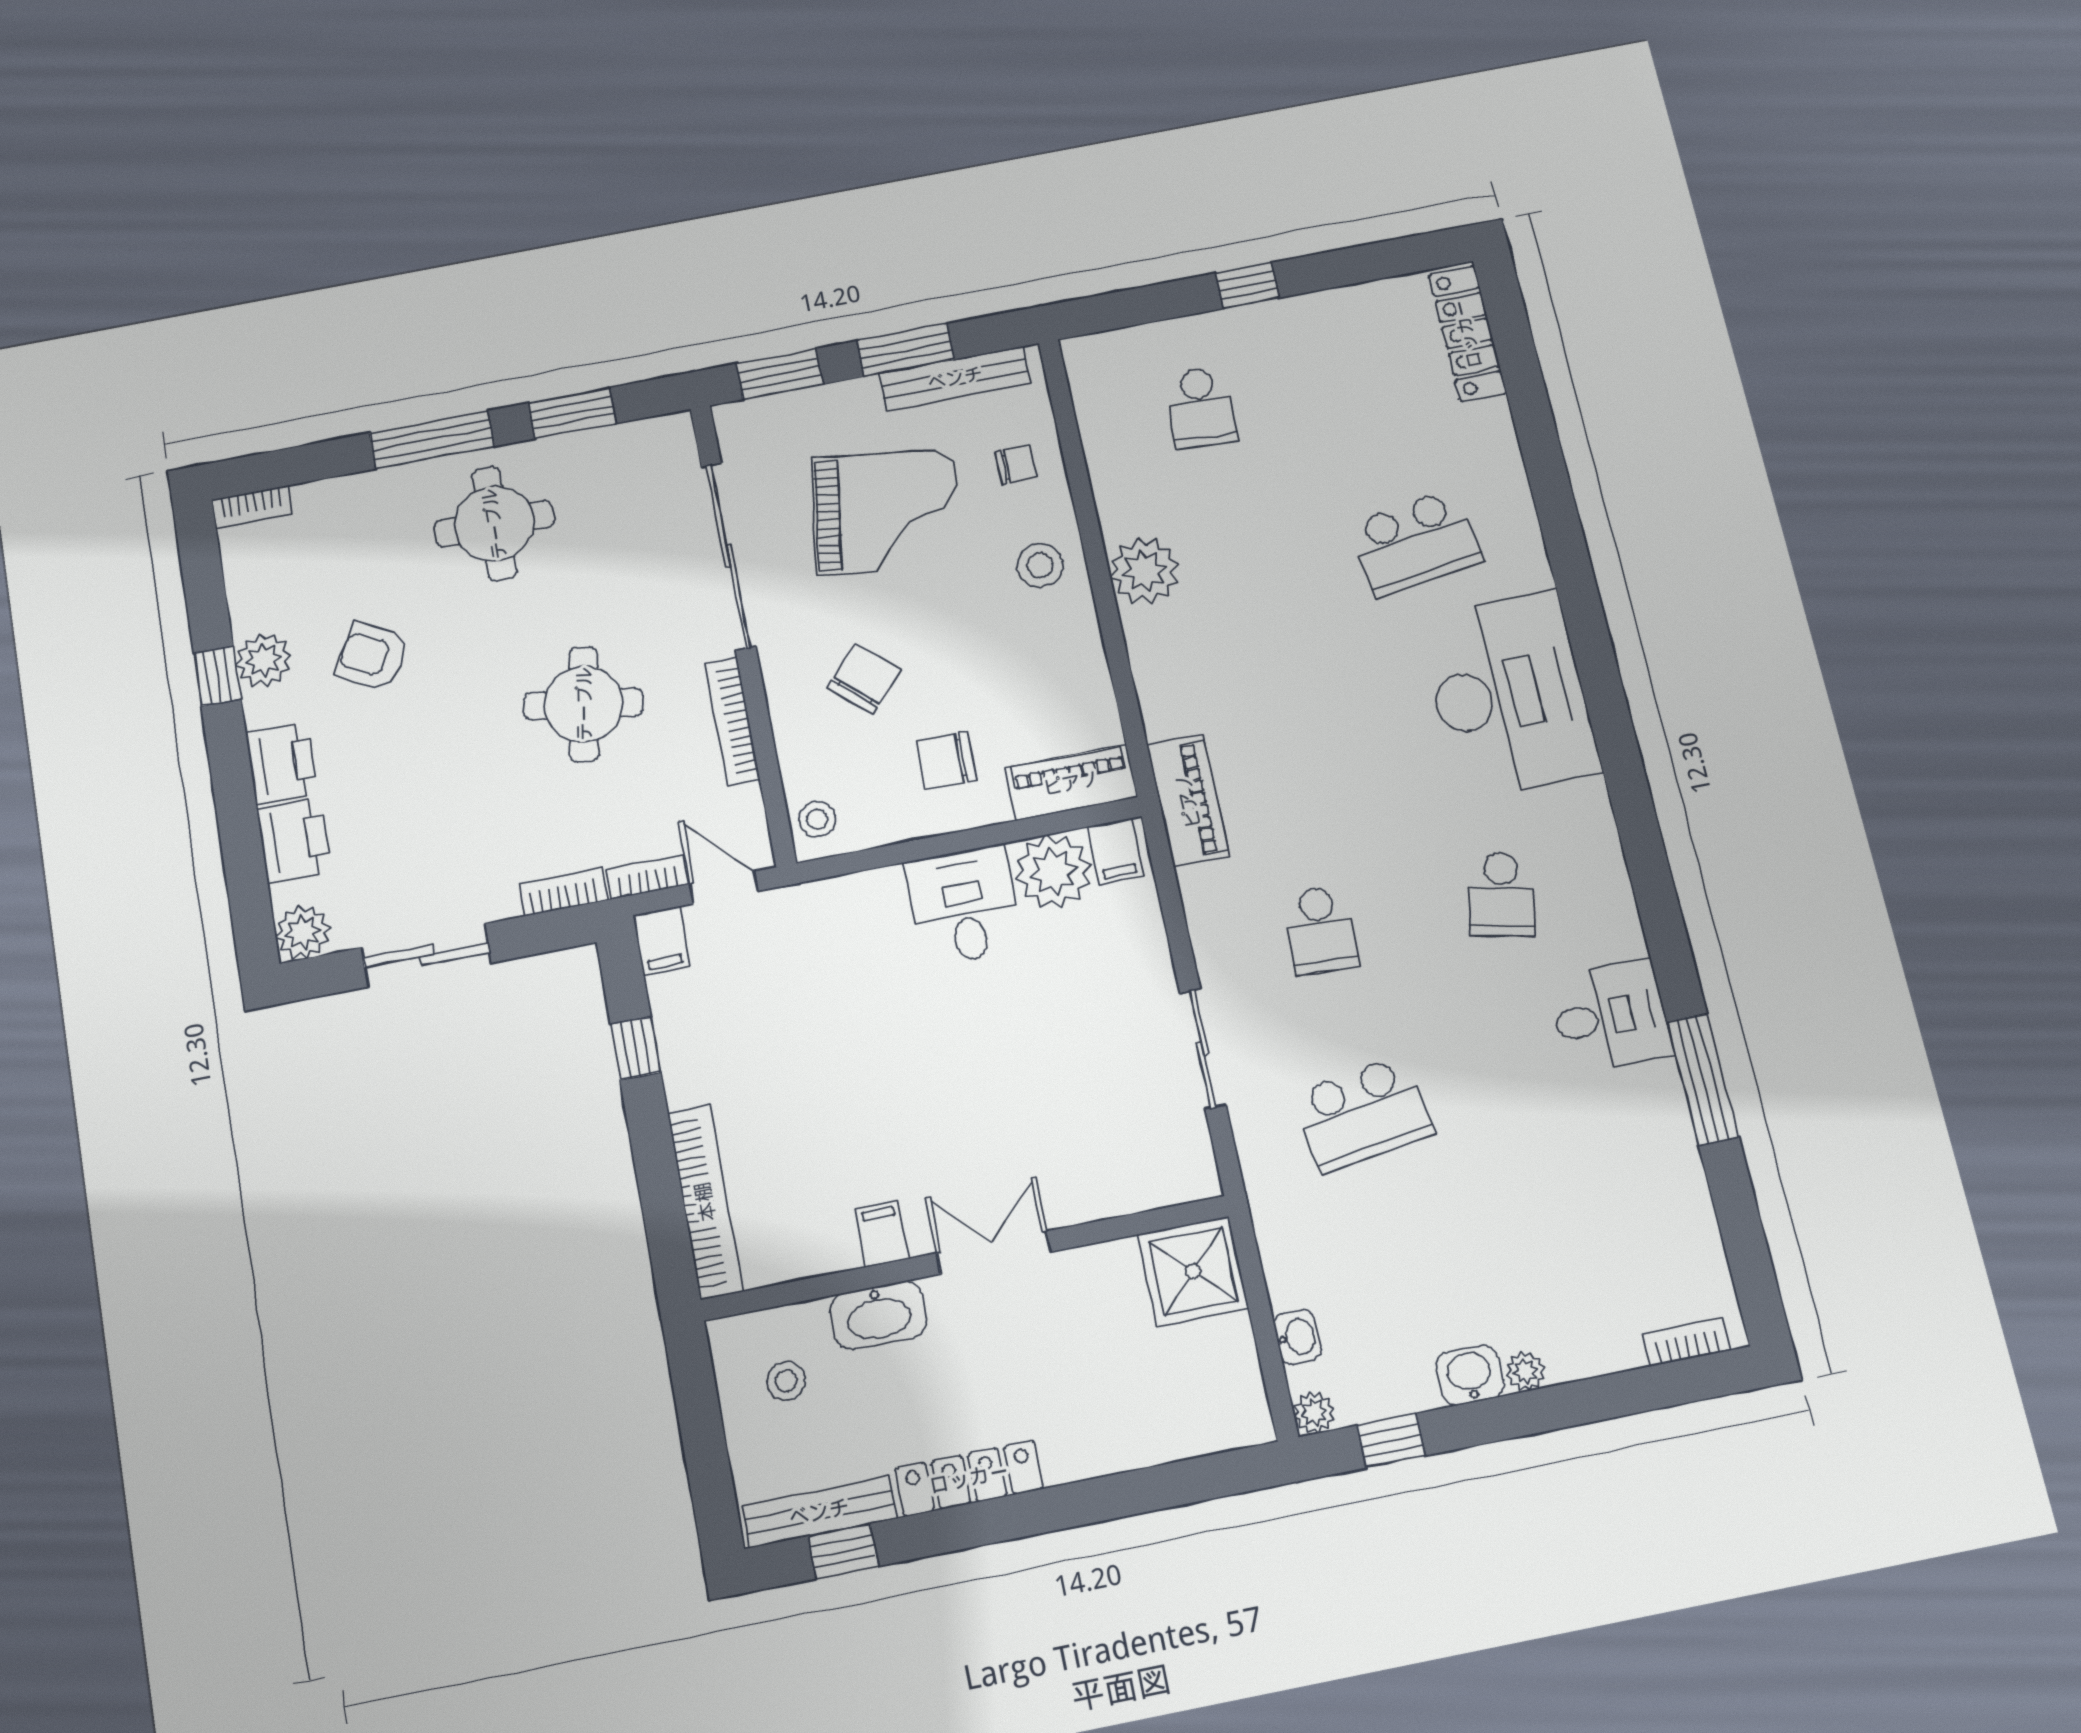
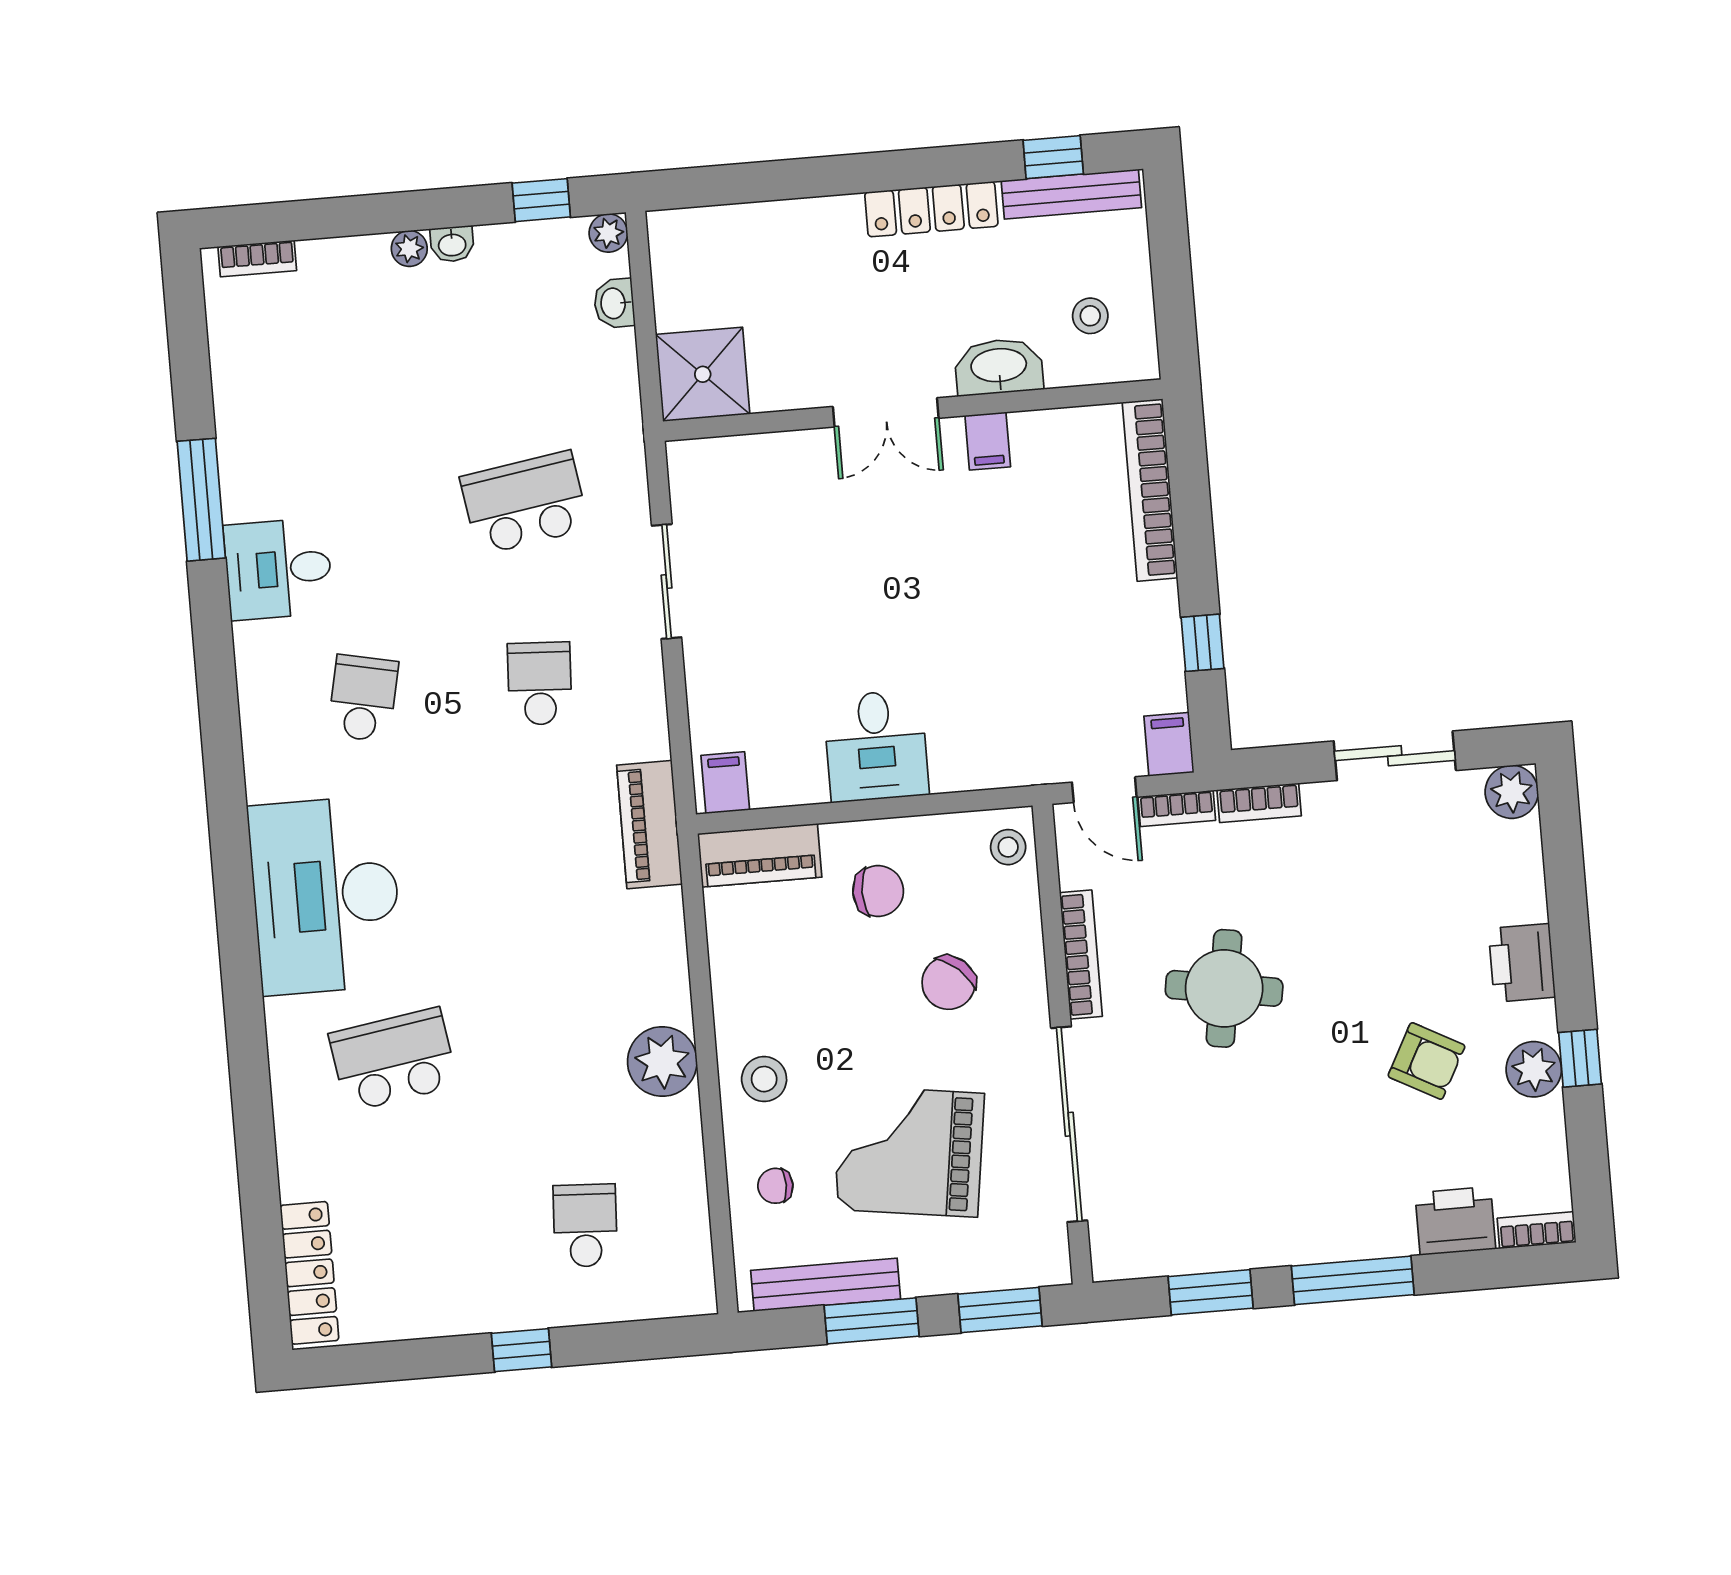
round table: (494, 524) -> (1297, 1185), removed
printer: (294, 840) -> (1455, 1221), moved, turned 90
plant: (1053, 872) -> (787, 769), removed
washbasin: (1470, 1375) -> (452, 244), width x0.72, depth x0.69

